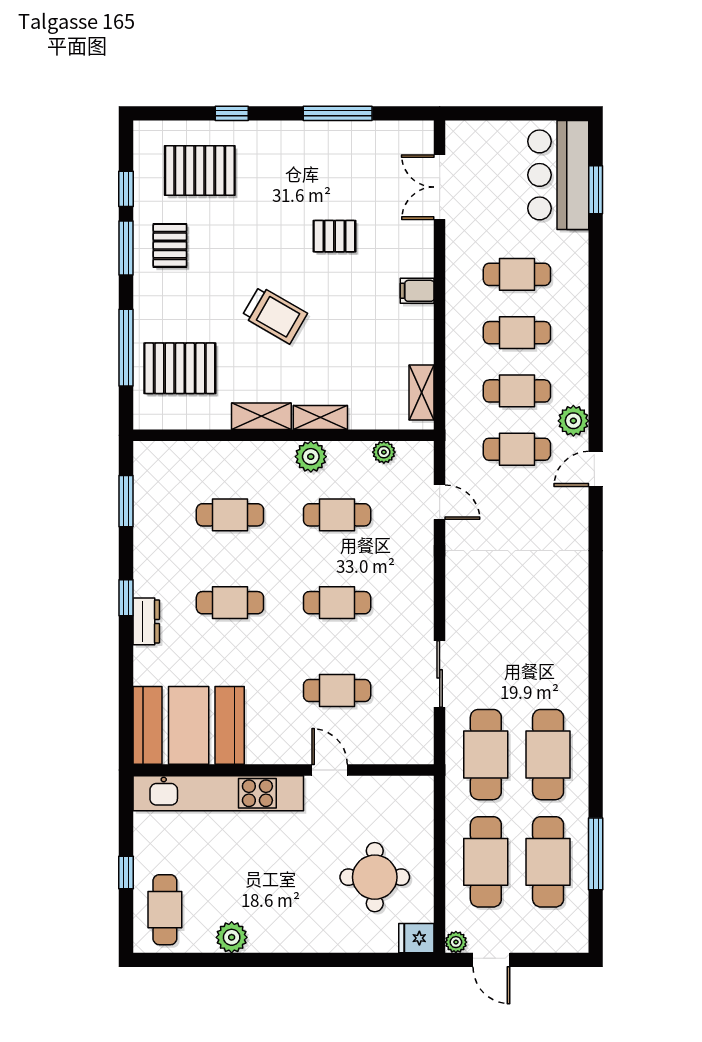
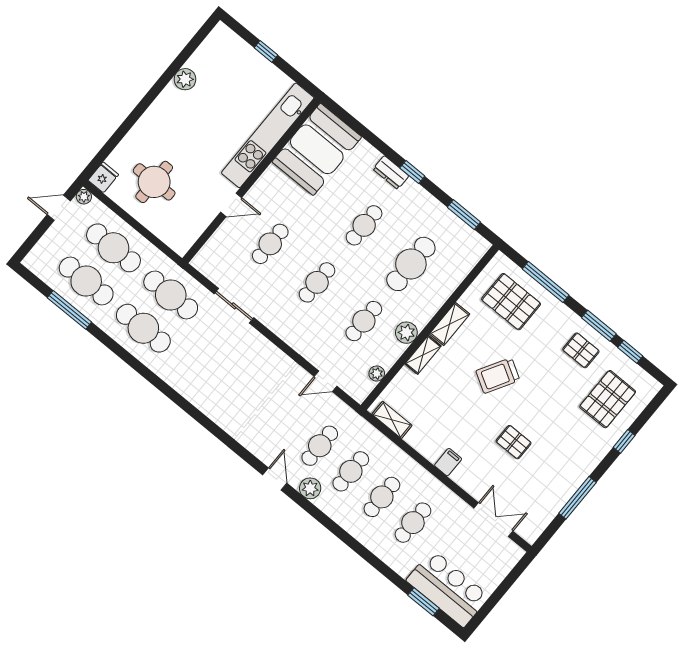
pallet: (334, 236) -> (514, 442), turned 90
pallet: (180, 368) -> (511, 302), turned 90
cafe table: (230, 515) -> (411, 264), width x1.37, depth x1.35
cafe table: (165, 910) -> (229, 56), removed

